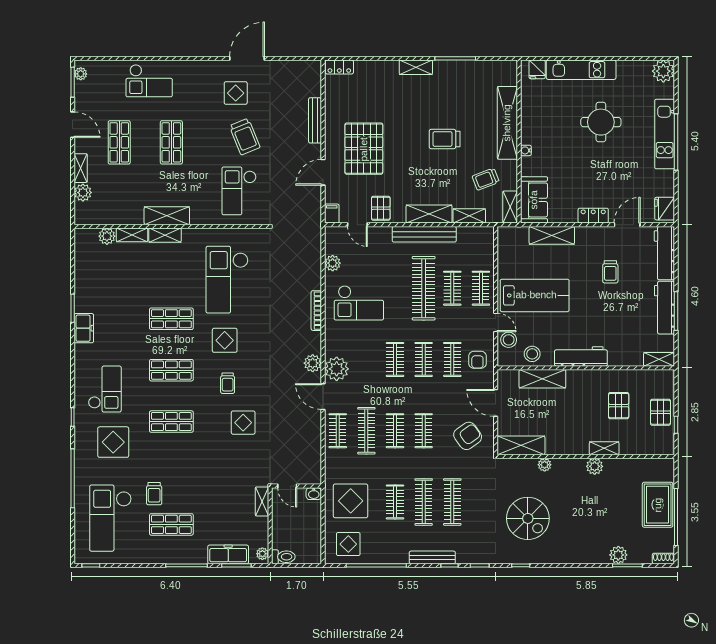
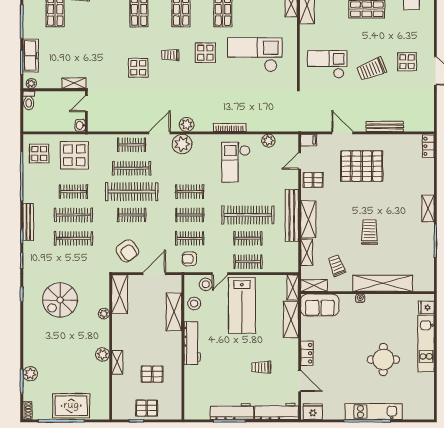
plant: (663, 71) -> (425, 410), removed
shelving: (659, 359) -> (293, 288), moved
clothes rail: (395, 431) -> (132, 192), width x1.86, depth x1.31

